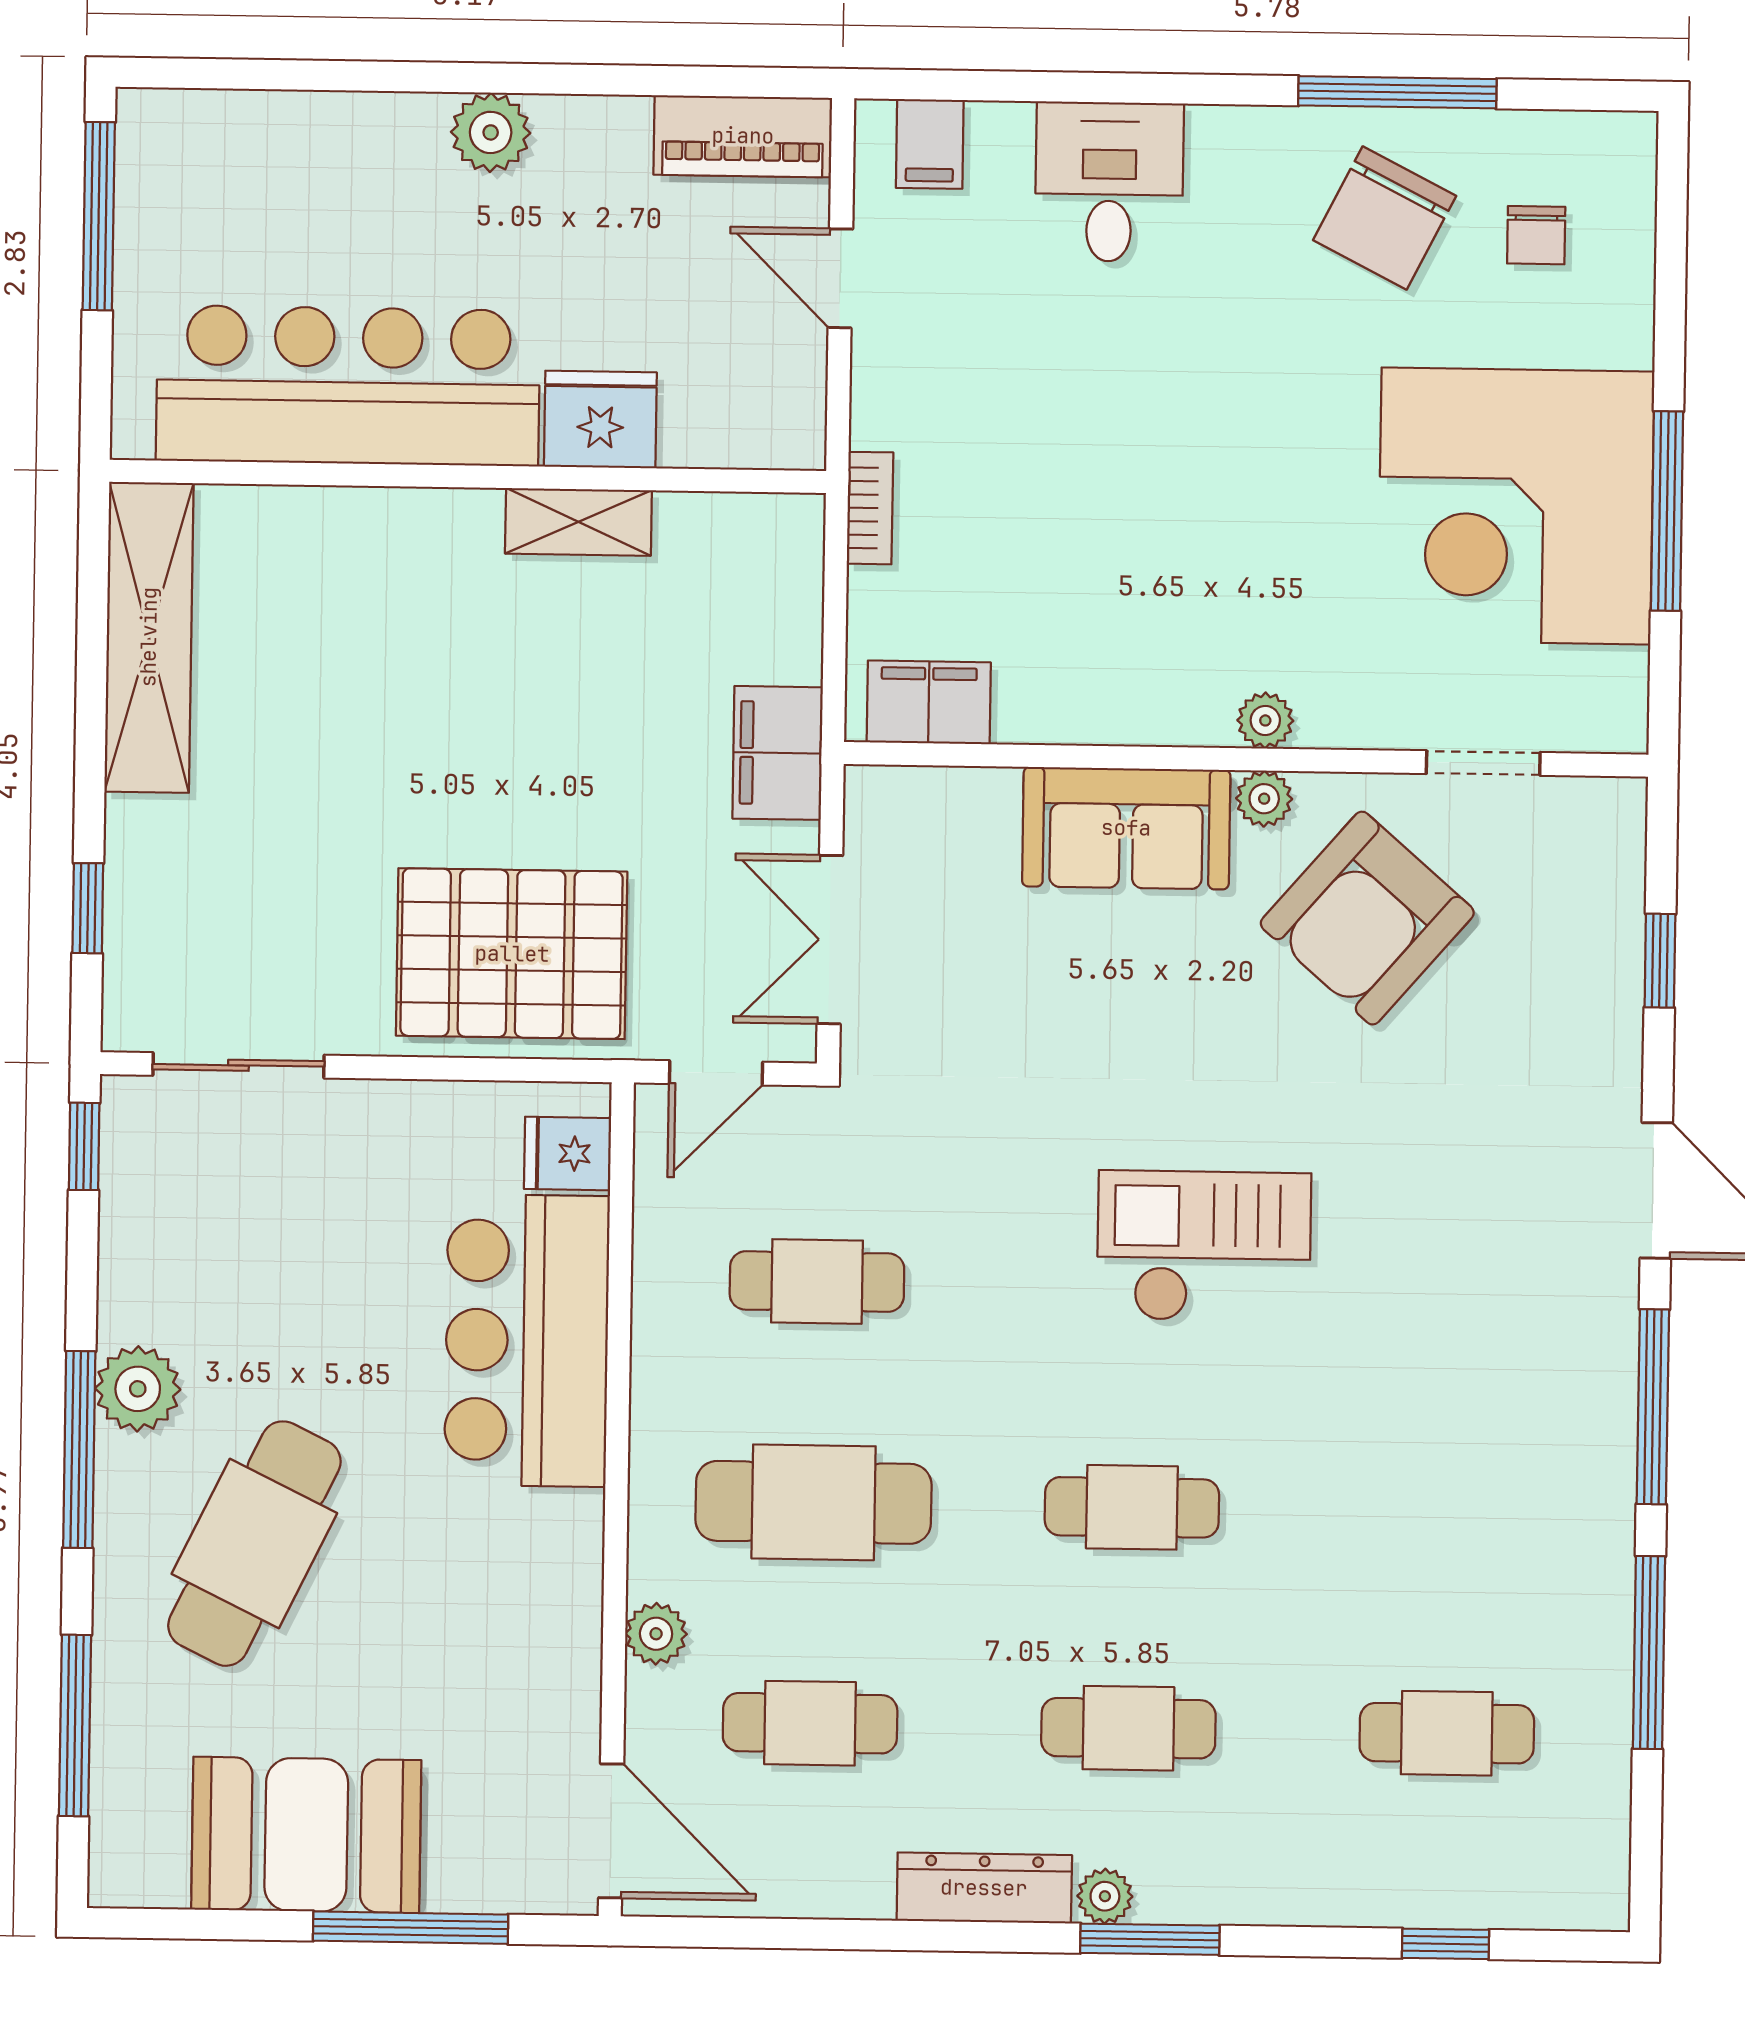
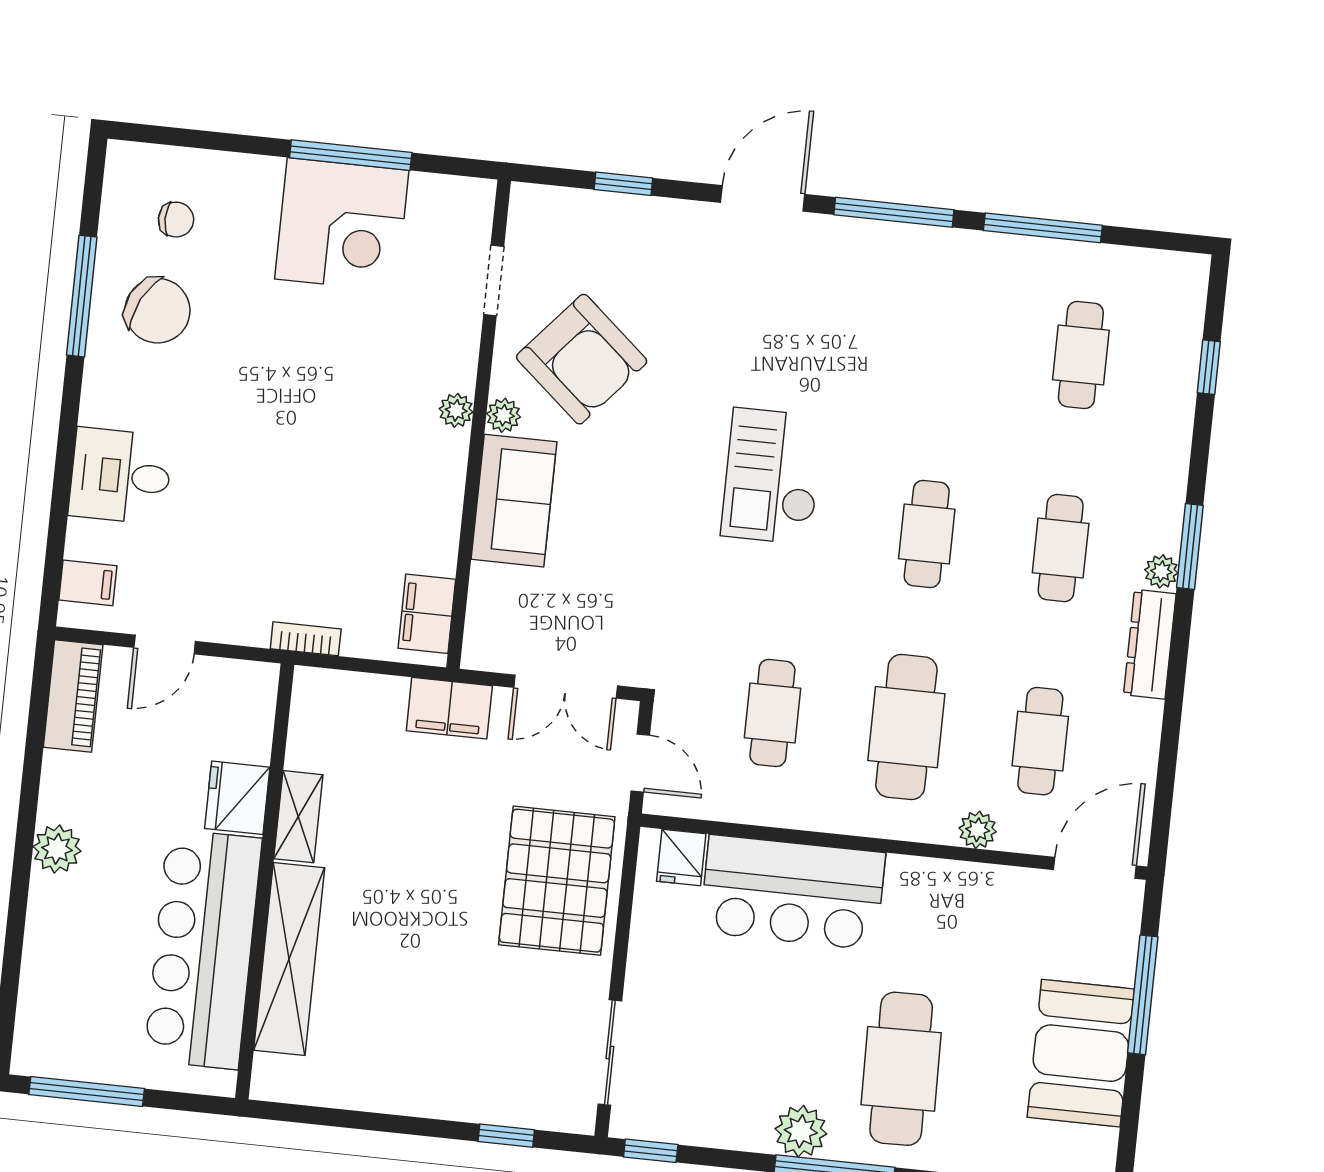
corner desk: (1516, 506) -> (342, 225), width x0.74, depth x0.74
shelving: (149, 637) -> (289, 959), moved, turned 90
cafe table: (254, 1544) -> (901, 1069), turned 63

